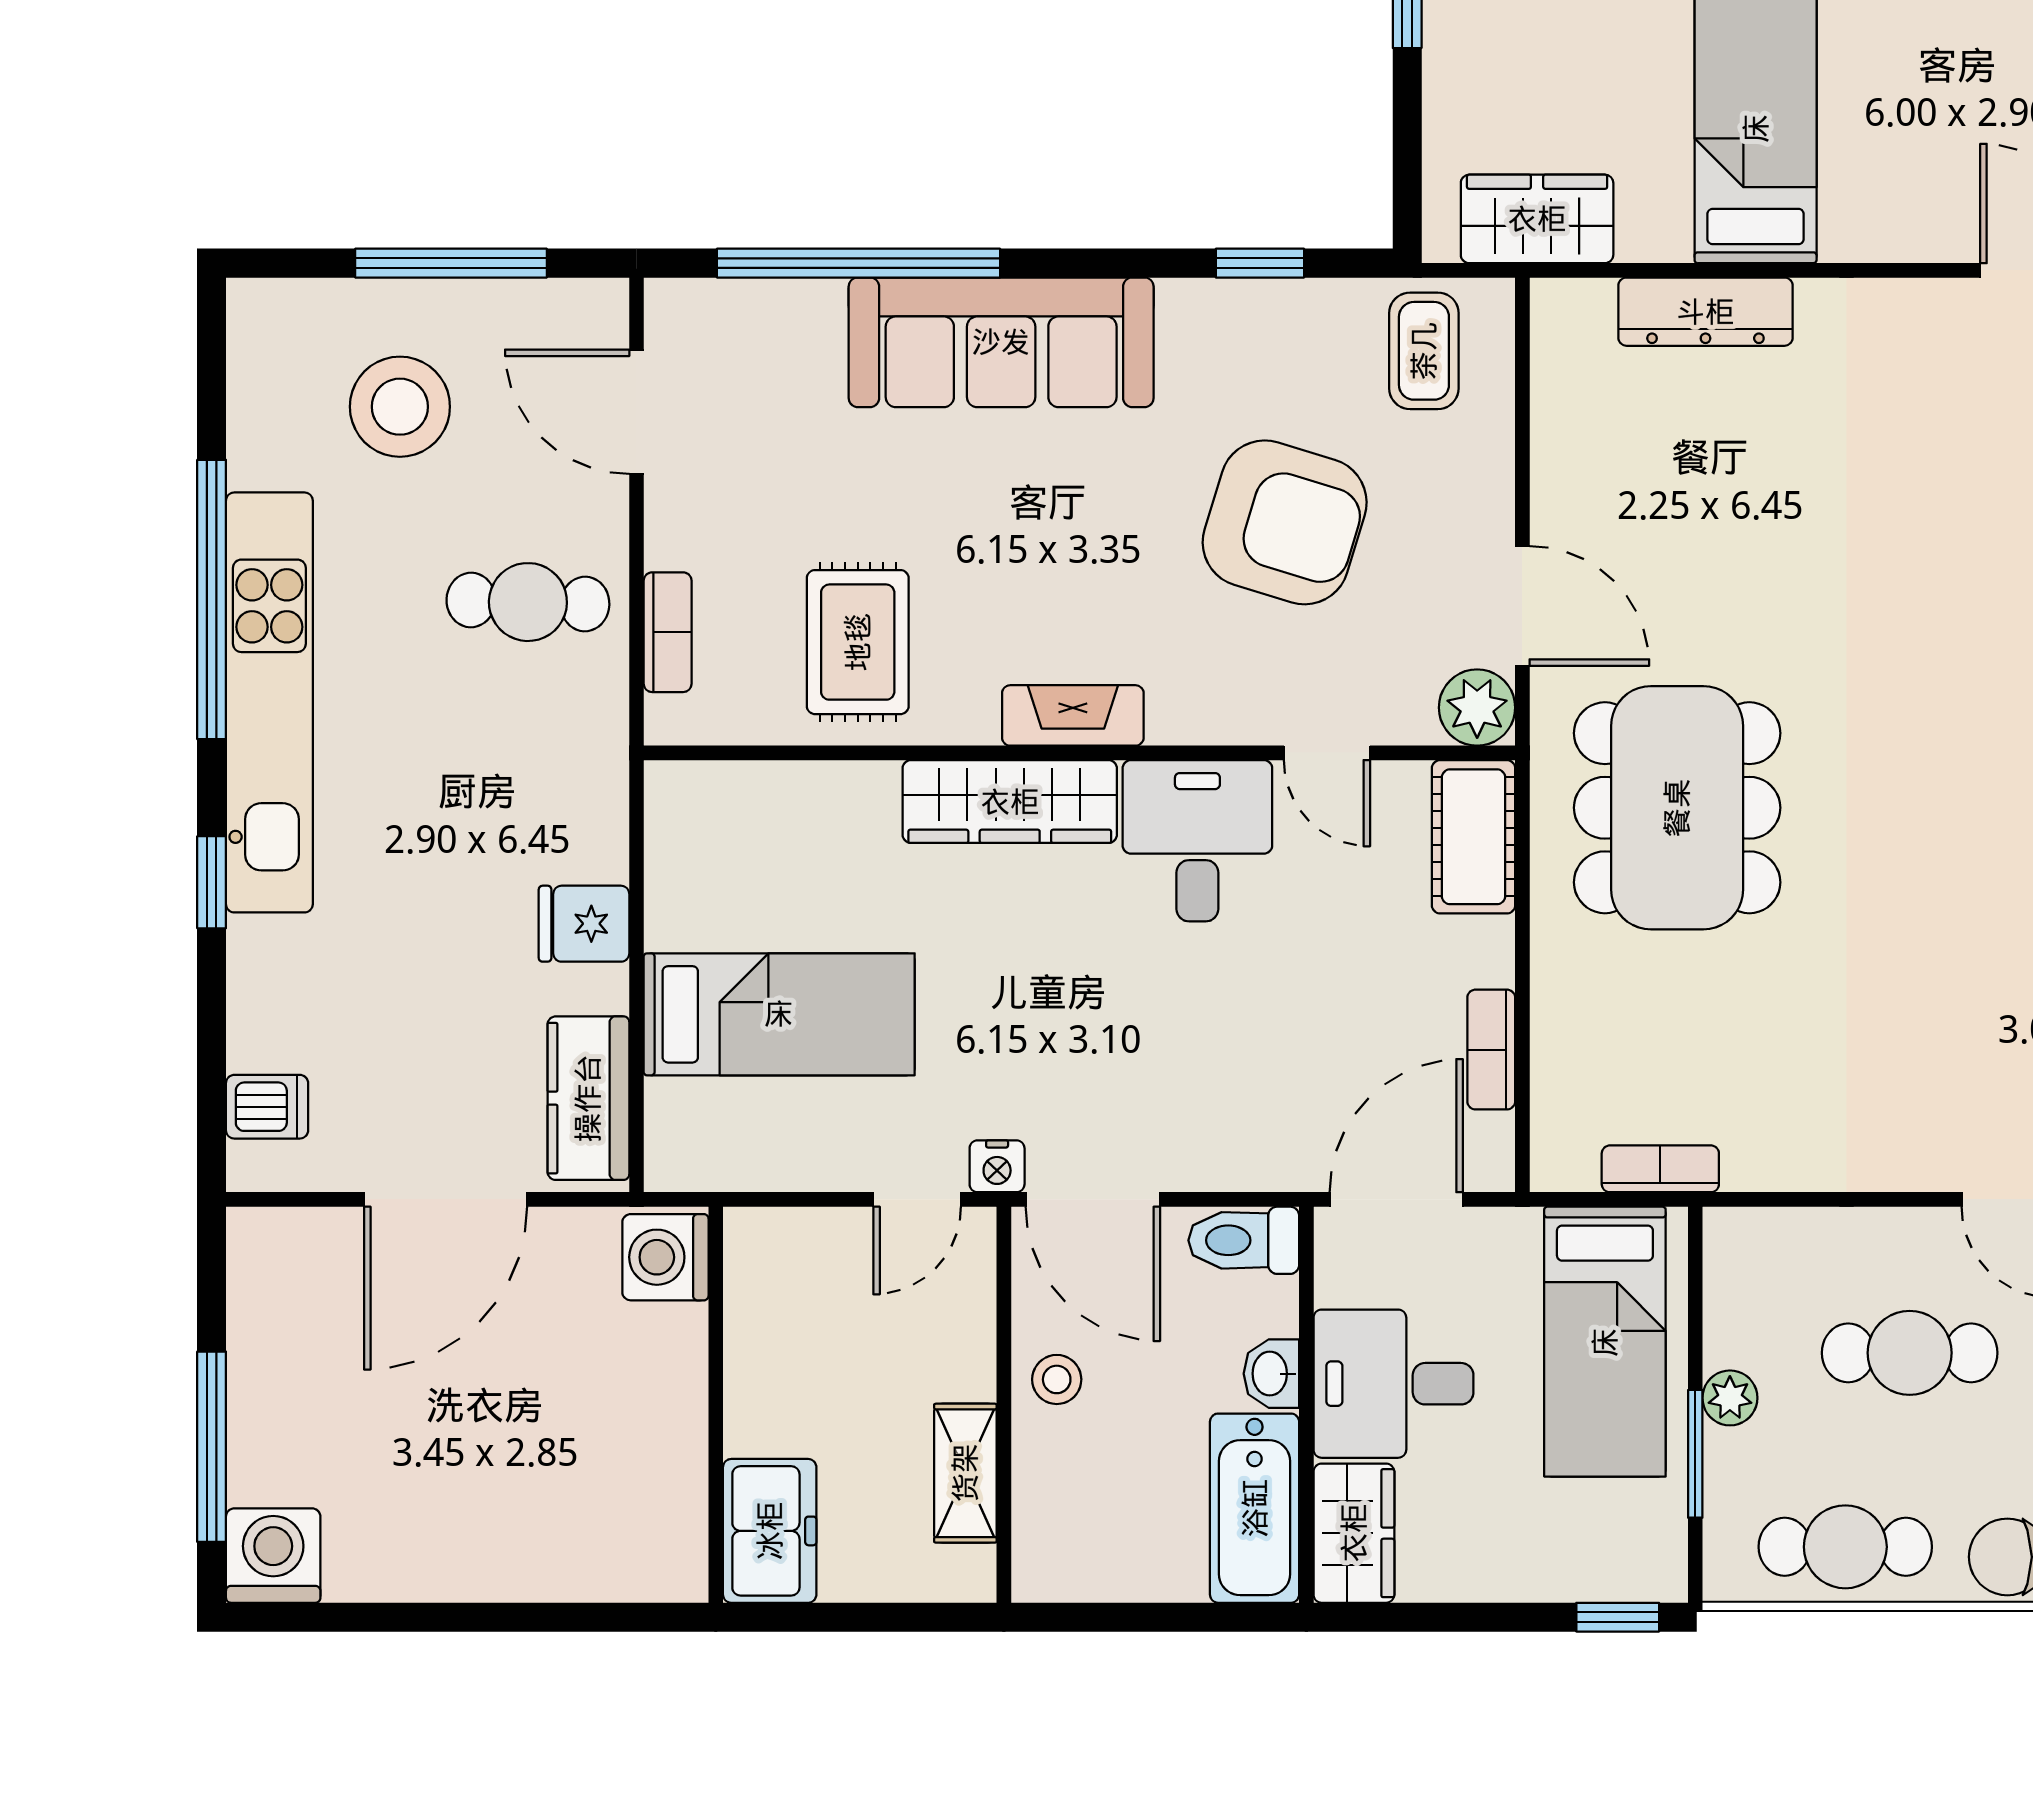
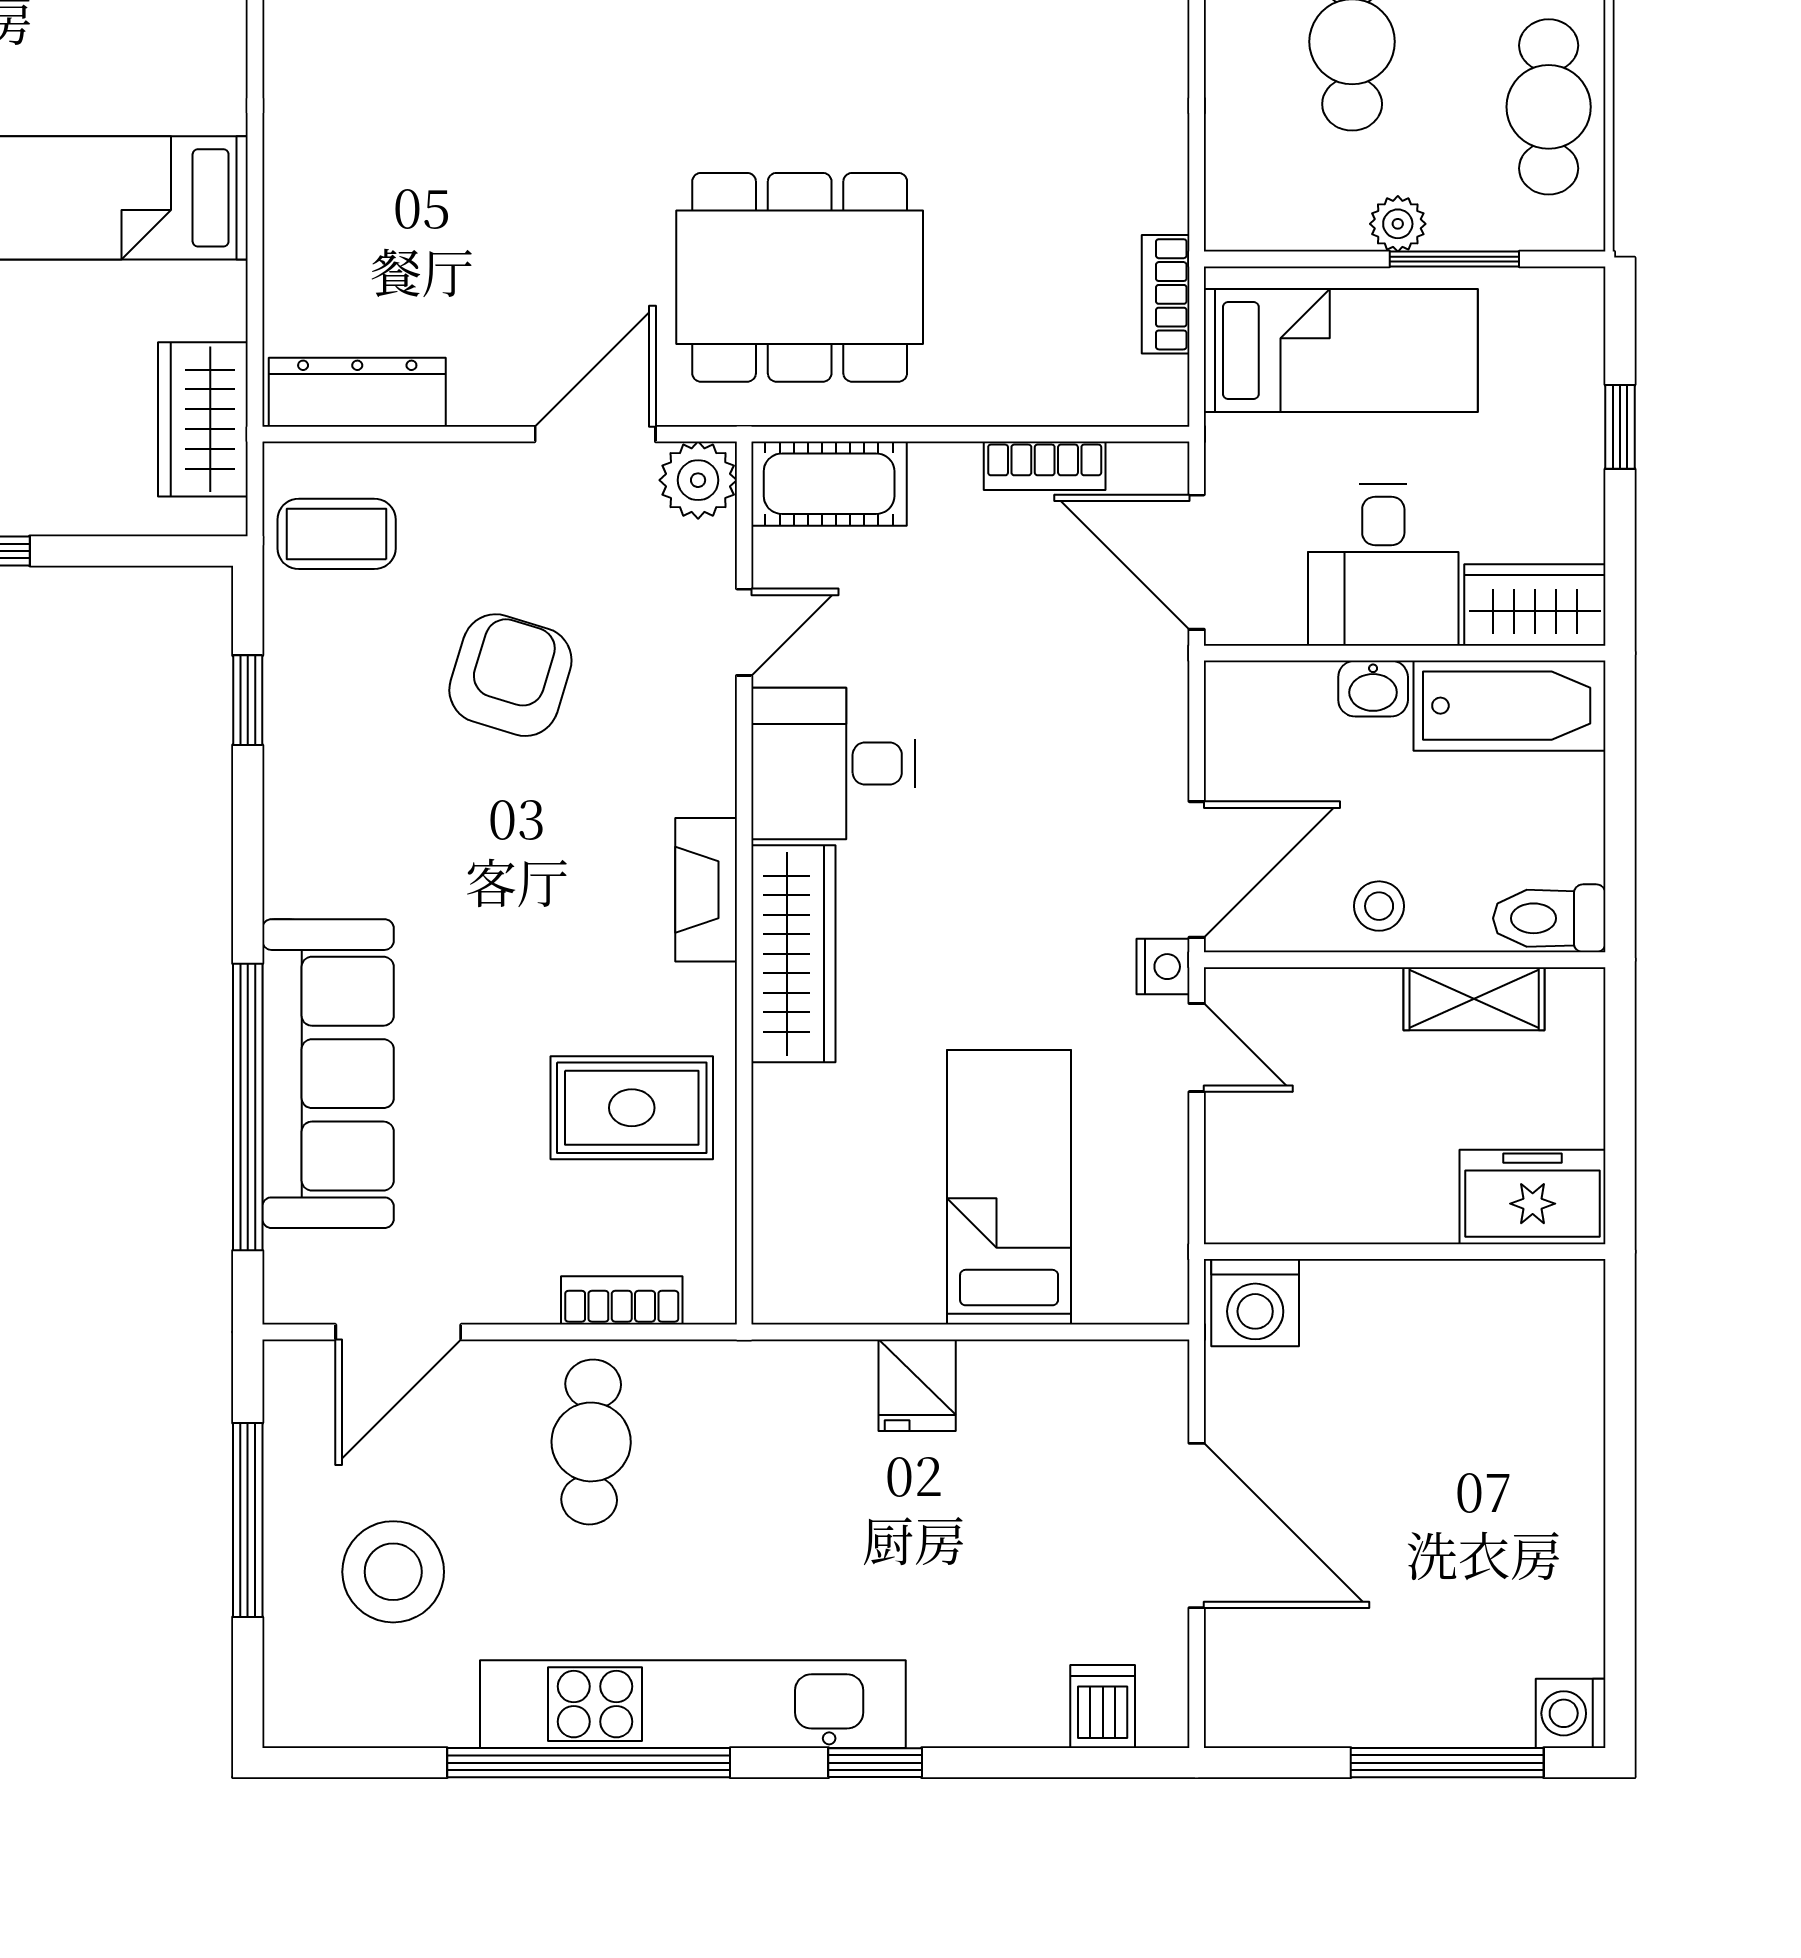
dresser: (1705, 312) -> (357, 392), moved, turned -90
sofa: (1001, 342) -> (328, 1074), moved
armchair: (1285, 522) -> (510, 675), width x0.73, depth x0.73
kitchen counter: (588, 1098) -> (1094, 1381), removed
toilet: (1244, 1240) -> (1549, 918), moved, turned 90
washing machine: (273, 1556) -> (1571, 1713), width x0.73, depth x0.73
window: (1618, 1617) -> (1620, 427), moved

